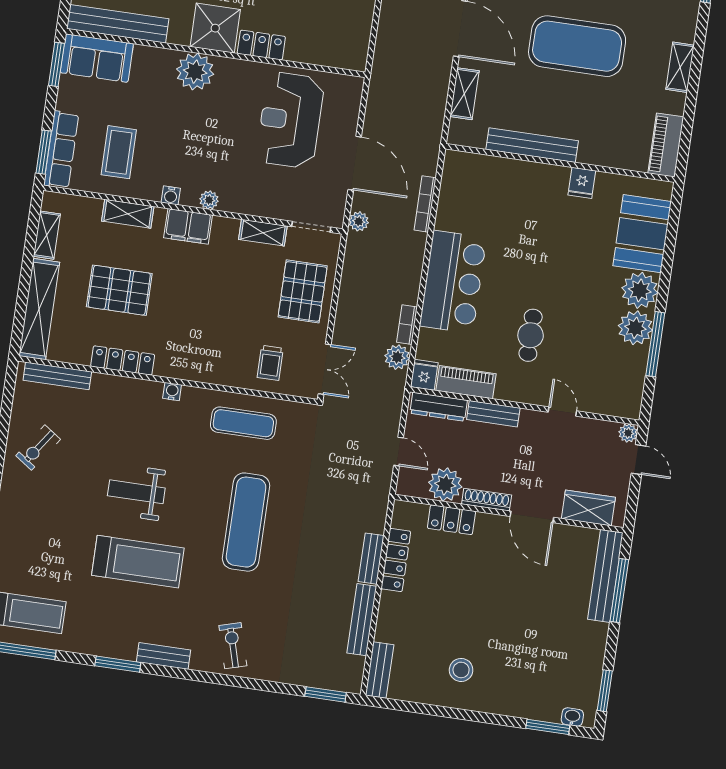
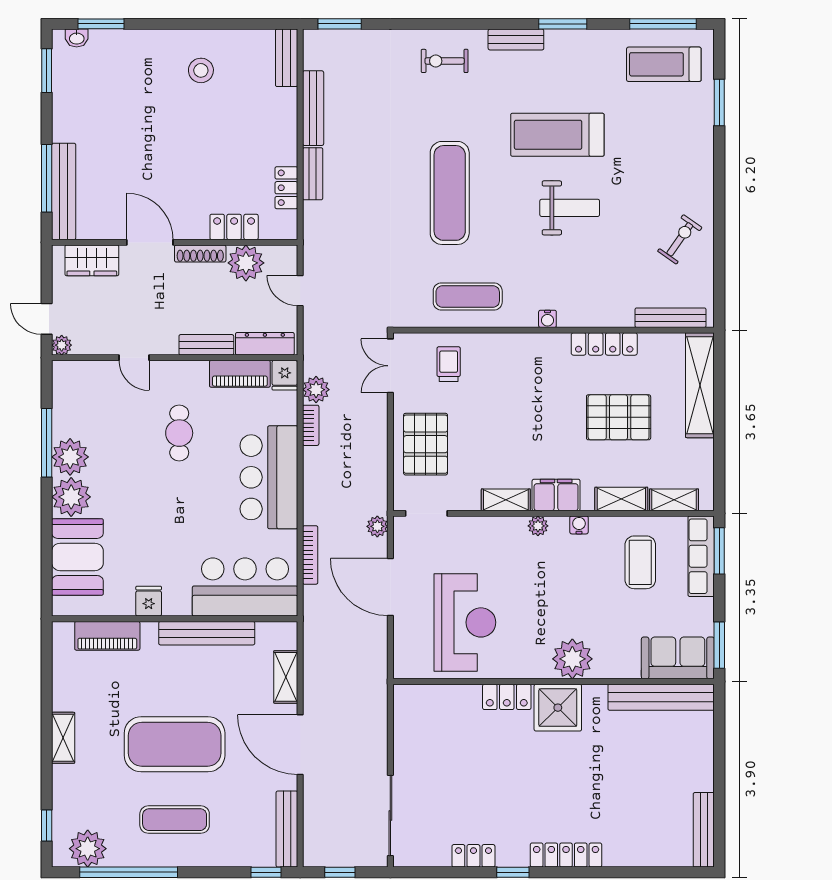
piano: (666, 145) -> (107, 636), moved, turned 90
bar counter: (490, 183) -> (245, 587), added
shelving: (263, 233) -> (506, 500), moved
shelving: (47, 235) -> (674, 500), moved, turned 90
locker: (396, 560) -> (286, 188), width x0.66
exercise bike: (233, 646) -> (445, 61), turned 106

